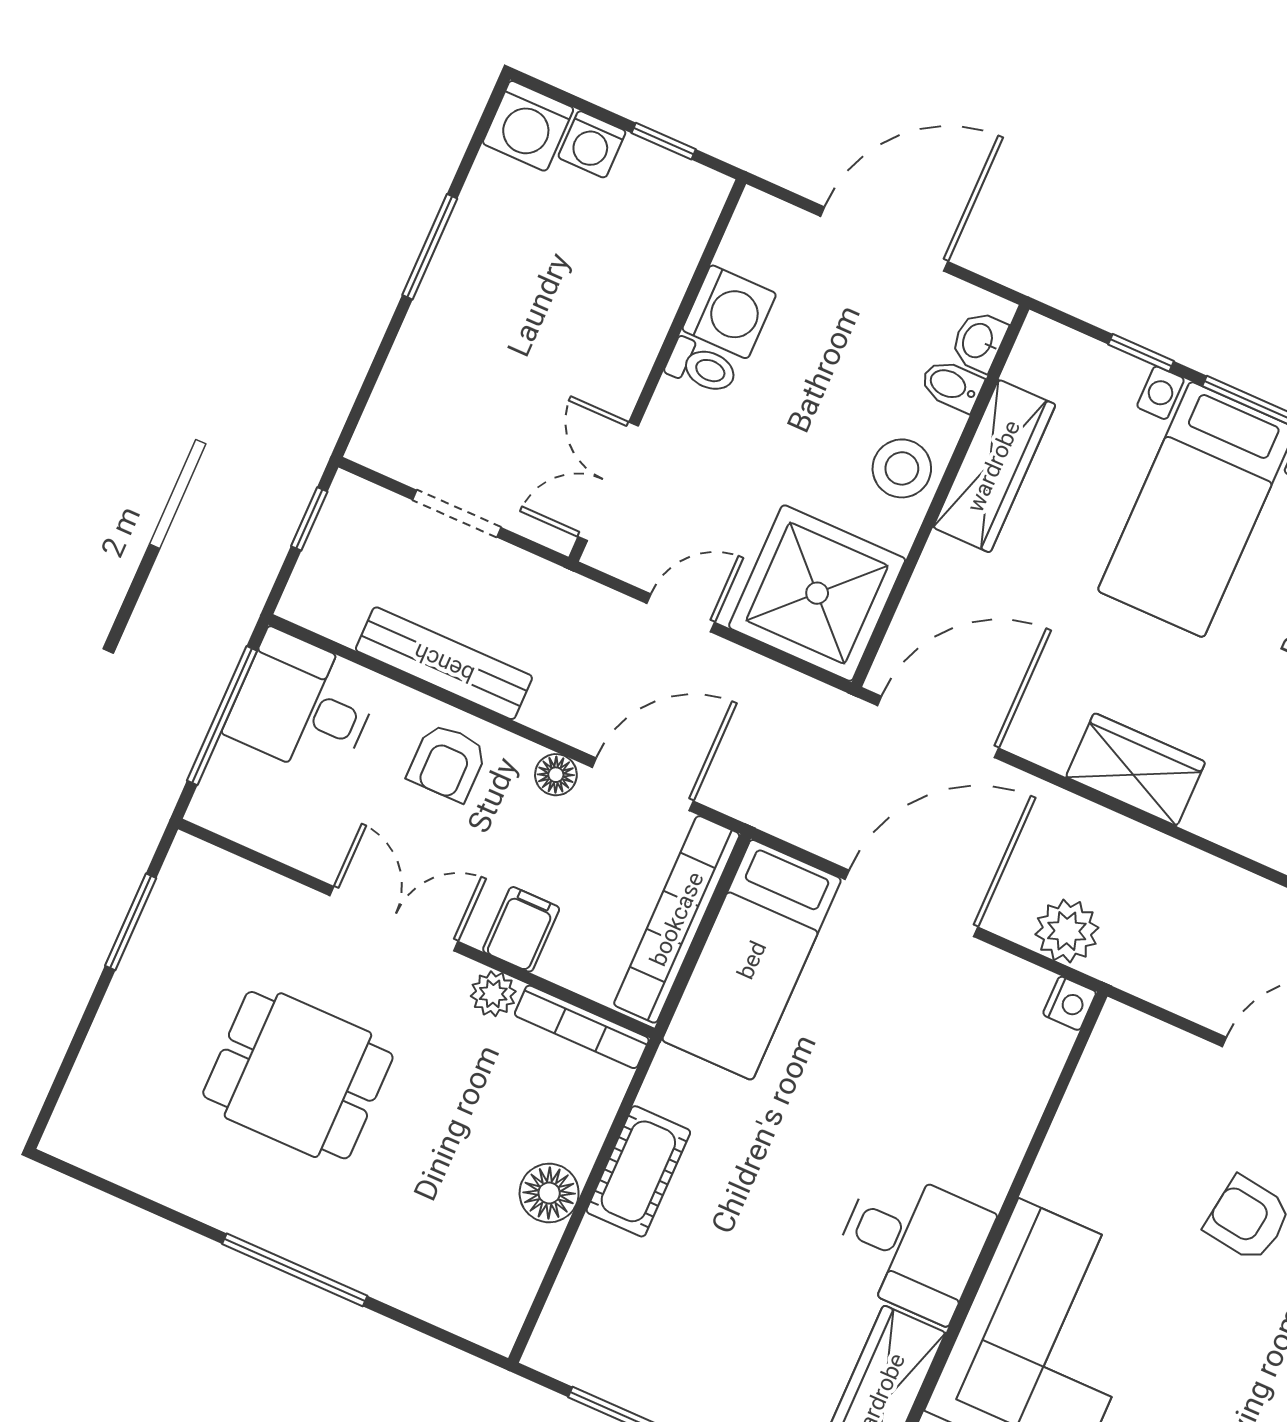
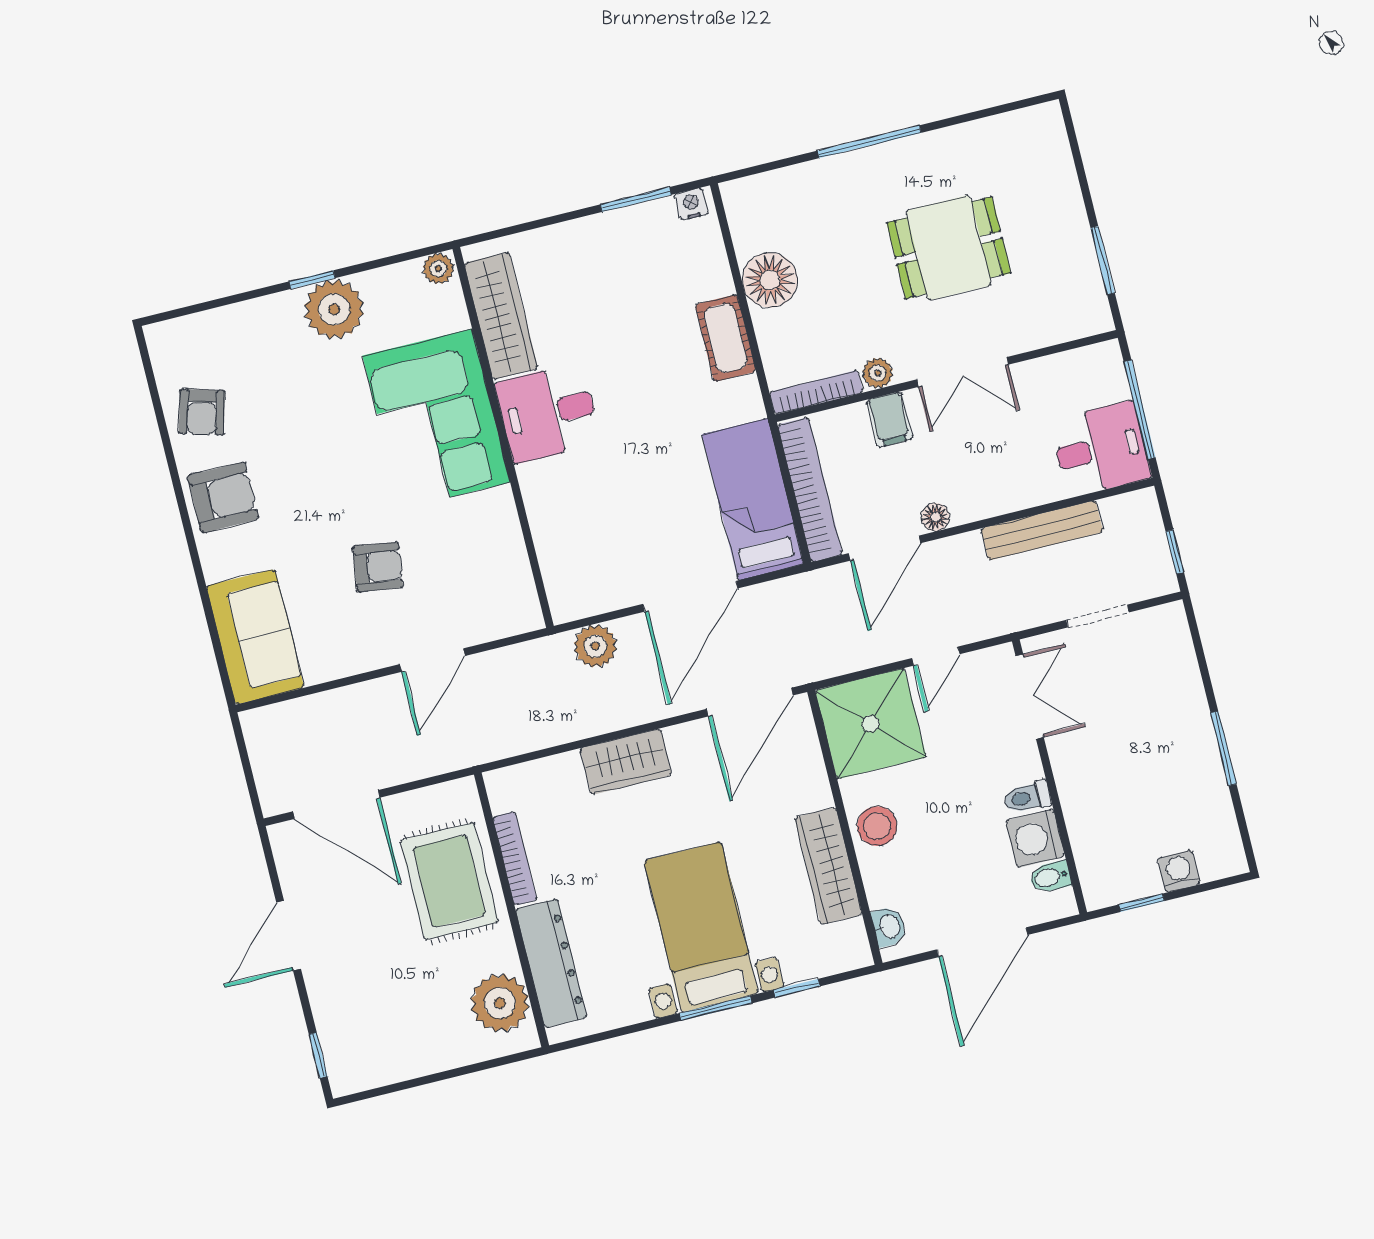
washing machine: (528, 126) -> (1221, 854), removed
bidet: (952, 385) -> (1050, 877), moved, turned 180
armchair: (447, 762) -> (999, 478), removed
nightstand: (1070, 1003) -> (691, 204), moved, turned 90
floor lamp: (549, 1193) -> (770, 280), width x1.38, depth x1.38

